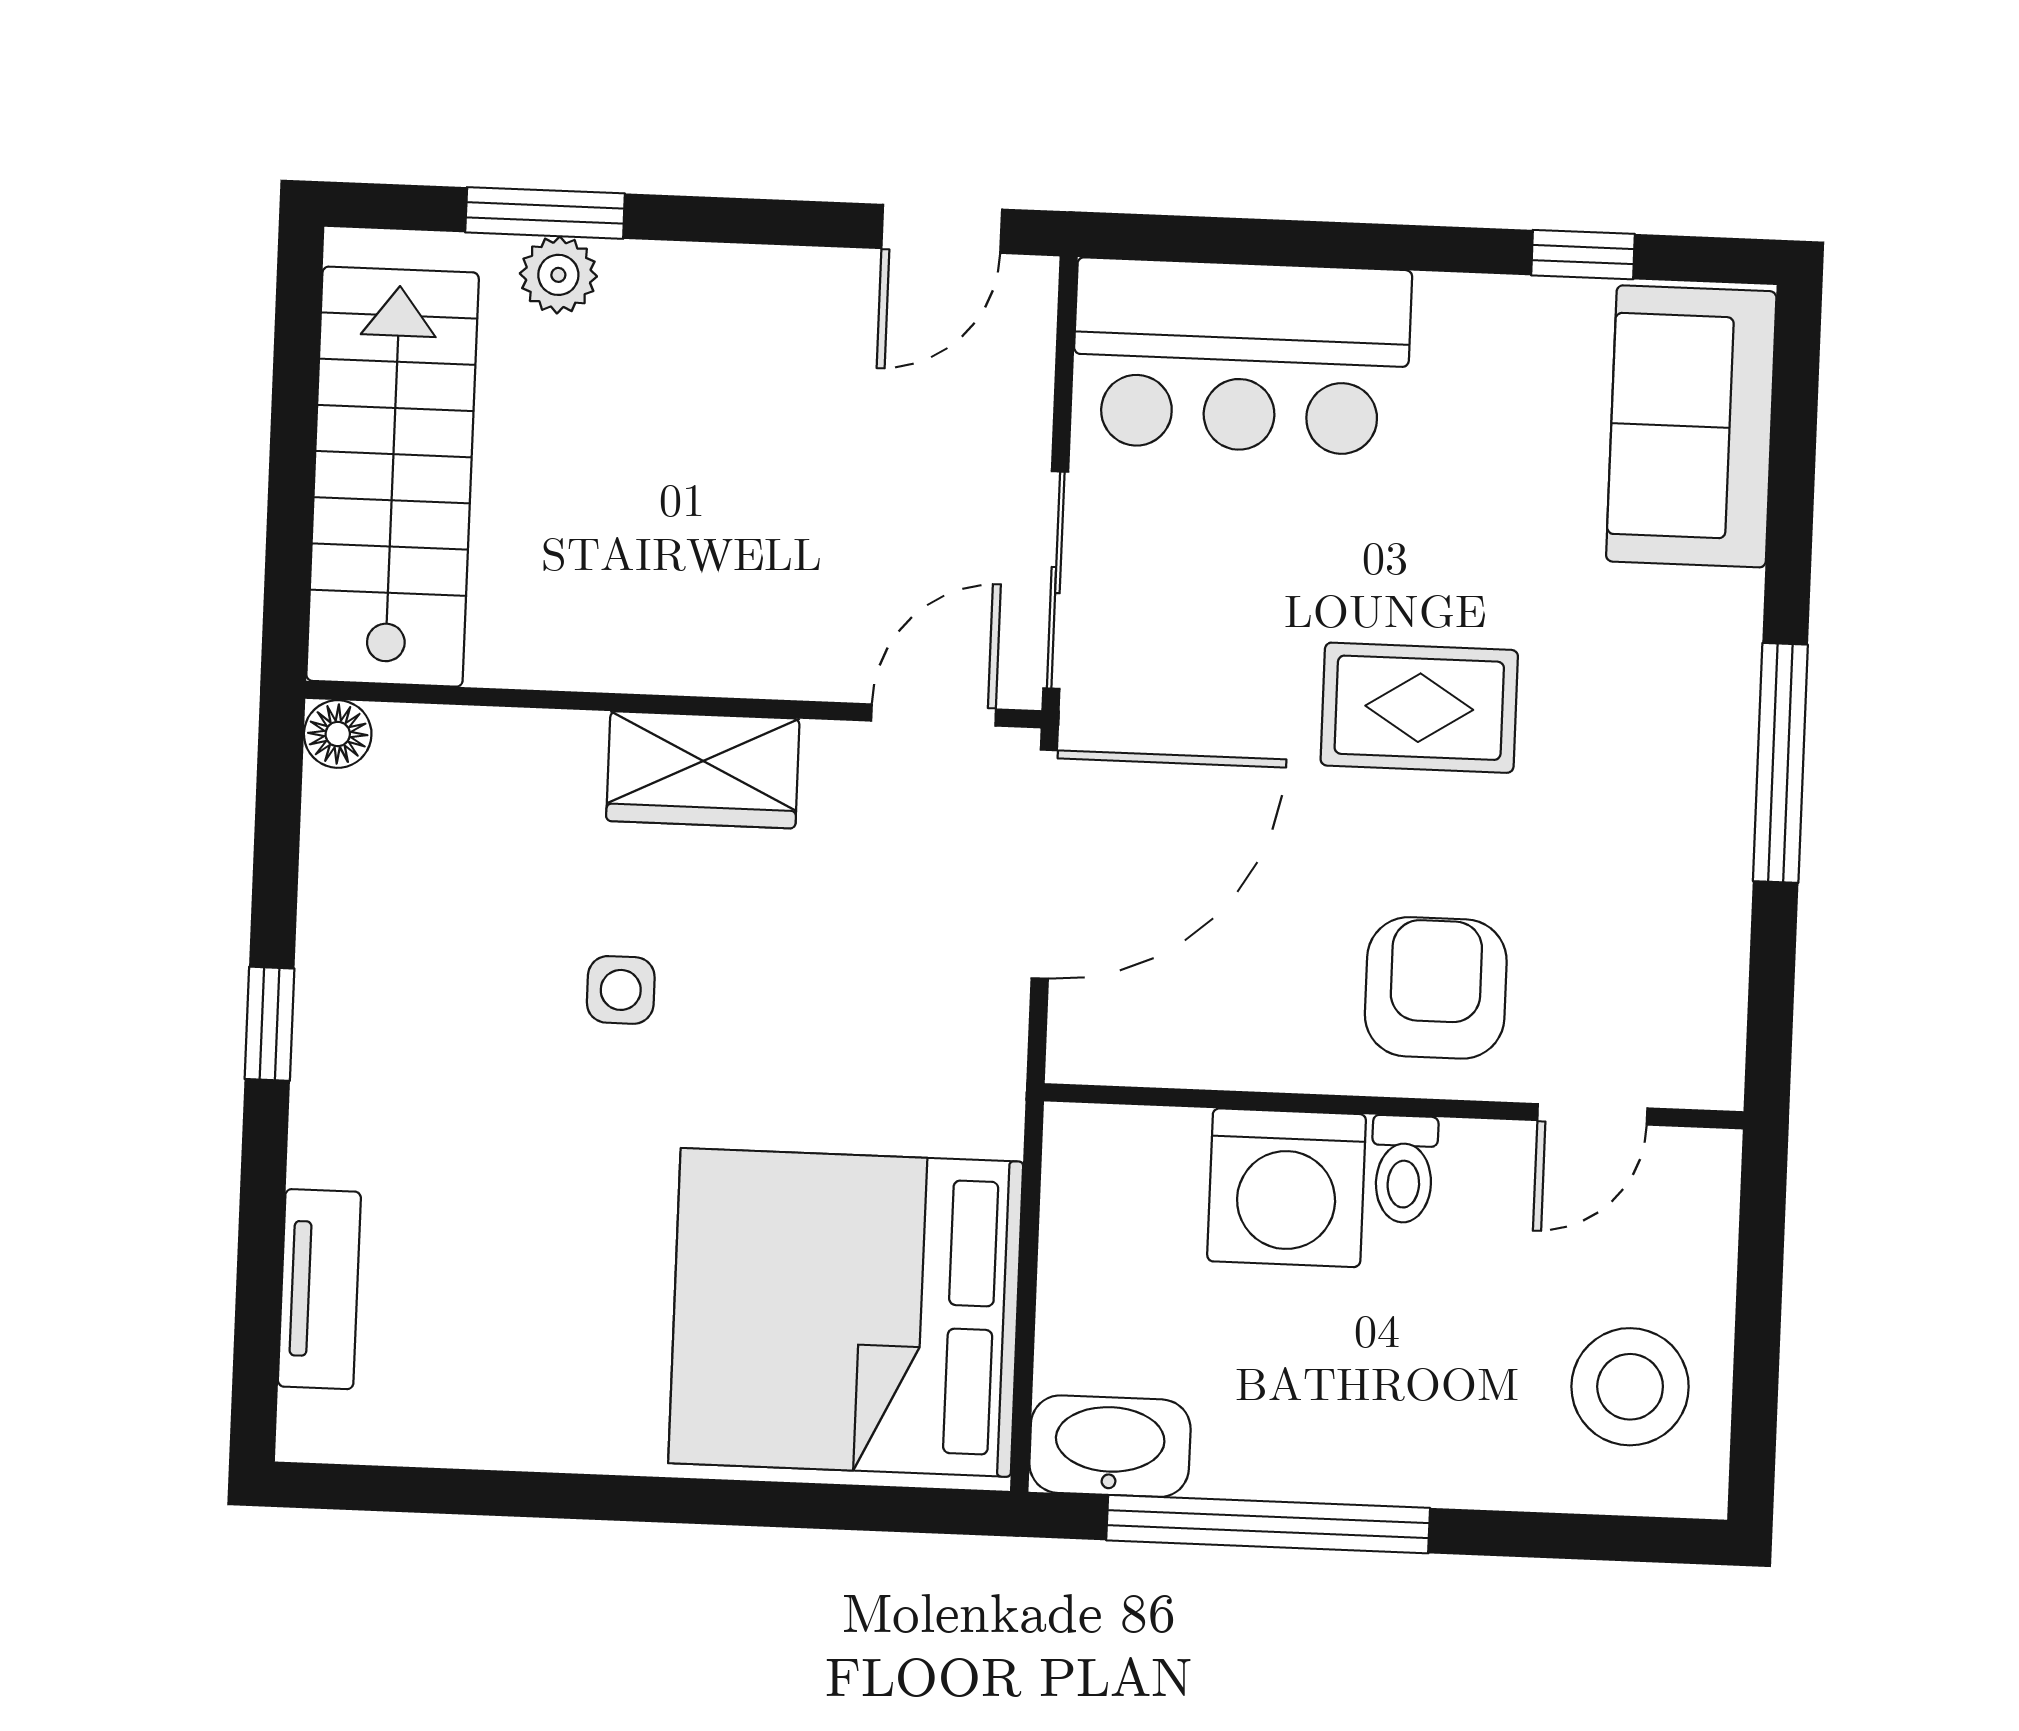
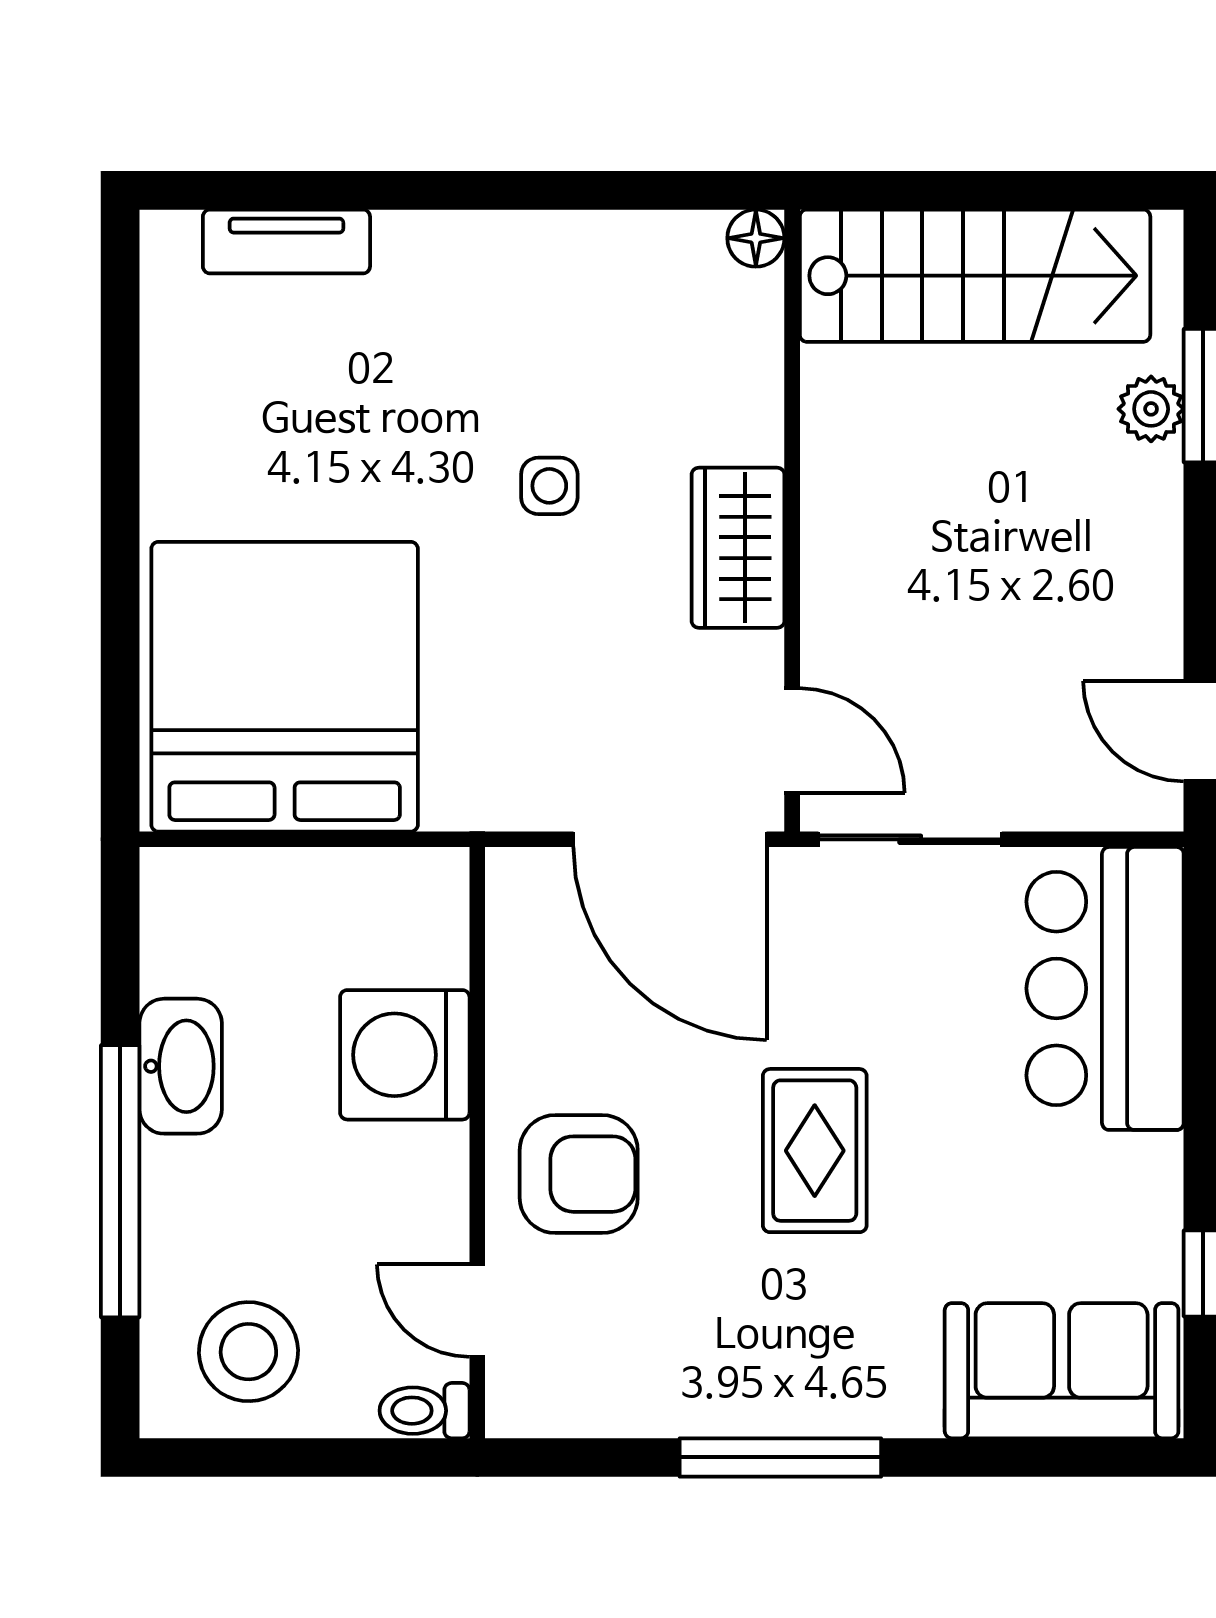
window: (270, 1024) -> (509, 190), removed
toilet: (1404, 1169) -> (425, 1411), moved
washbasin: (1110, 1446) -> (181, 1066), moved
window: (1268, 1524) -> (120, 1181), moved

